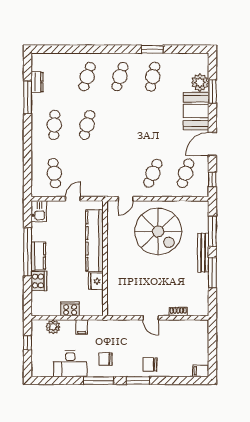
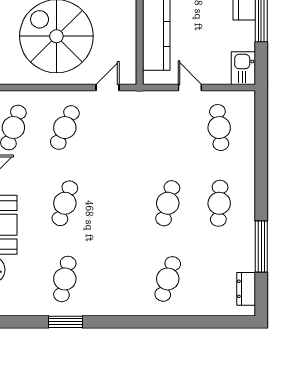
cafe table: (120, 77) -> (65, 203), moved
dresser: (37, 82) -> (246, 289), moved
door: (73, 199) -> (190, 88), swing flipped

